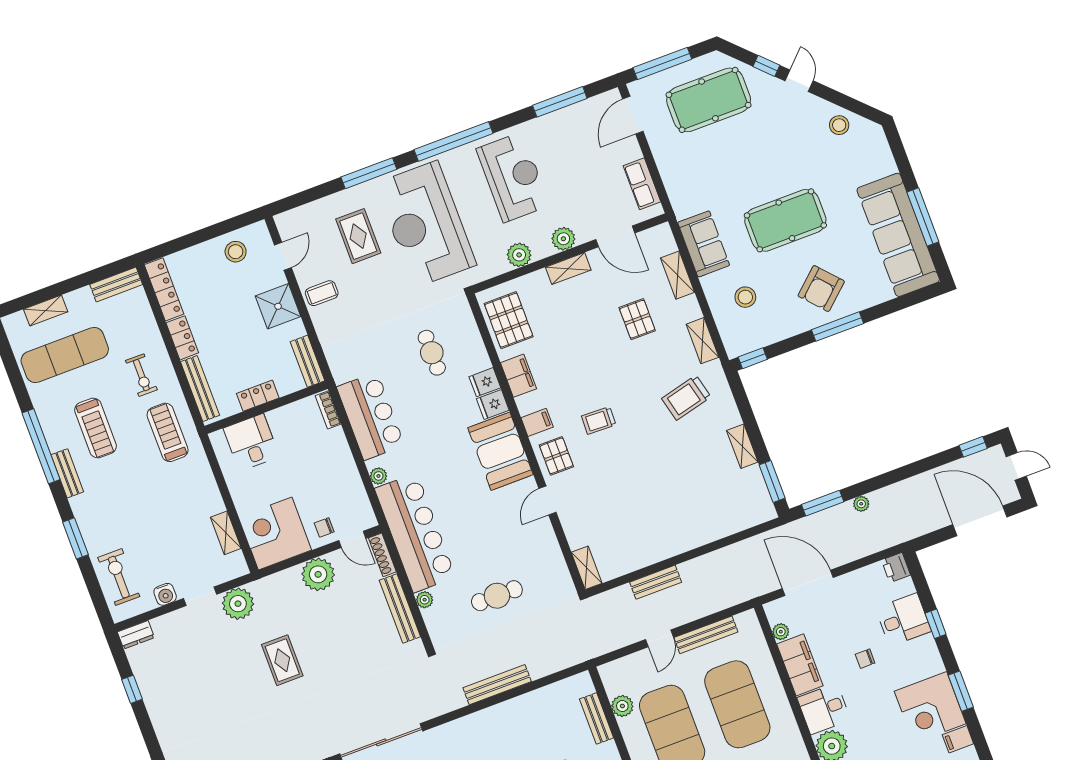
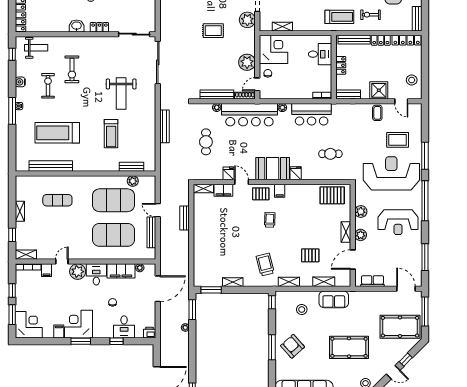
pool table: (709, 100) -> (400, 327), turned 90
pool table: (785, 220) -> (349, 347), moved, turned 90
filing cabinet: (518, 376) -> (223, 190), moved
fridge: (485, 382) -> (228, 173), moved

